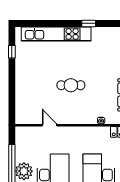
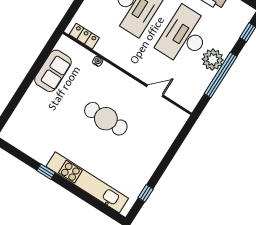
cafe table: (71, 85) -> (106, 119), width x1.37, depth x1.35
door: (50, 125) -> (155, 91), swing flipped

